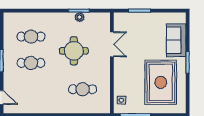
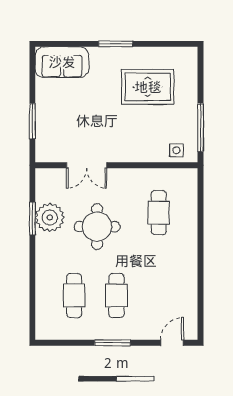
plant: (80, 17) -> (50, 217), width x1.87, depth x1.87
sofa: (176, 40) -> (62, 62), moved
double door: (112, 44) -> (87, 165), swing flipped
rug: (161, 82) -> (148, 87), width x0.73, depth x0.69

